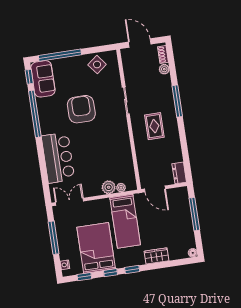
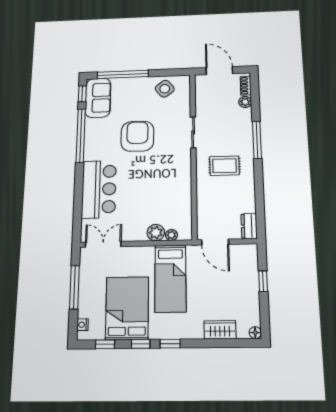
rug: (154, 126) -> (224, 166), turned 90
window: (194, 214) -> (263, 281), width x0.46
wardrobe: (157, 256) -> (220, 330), moved

